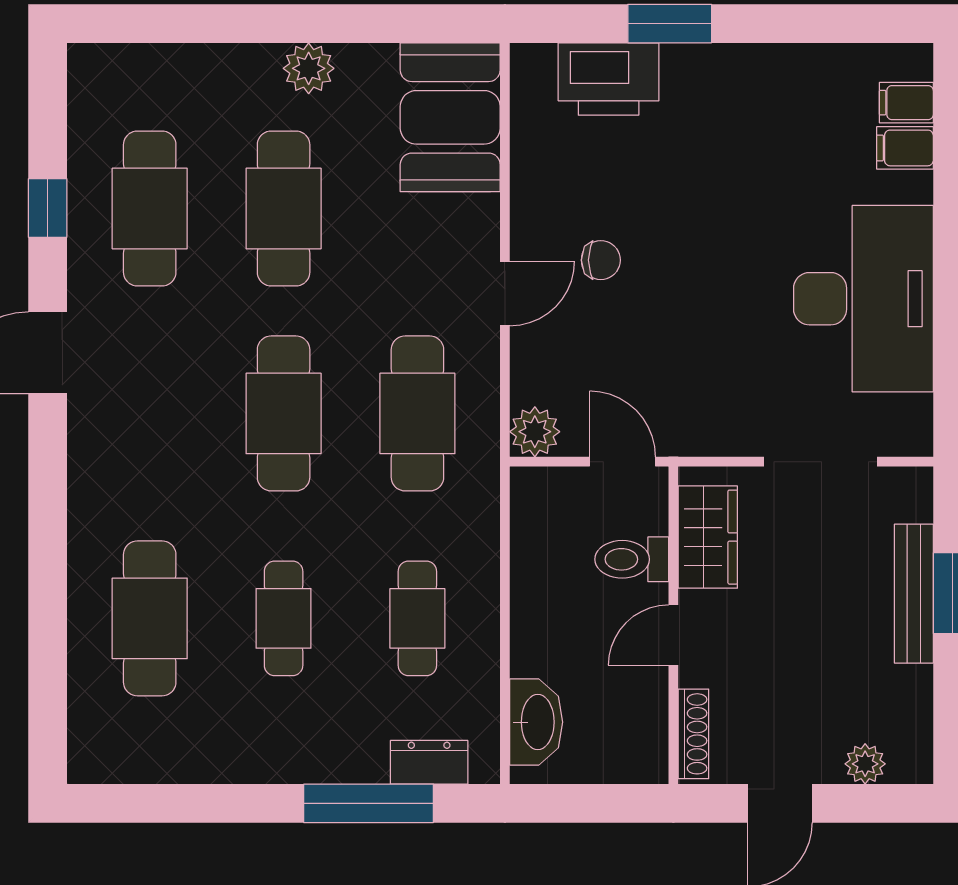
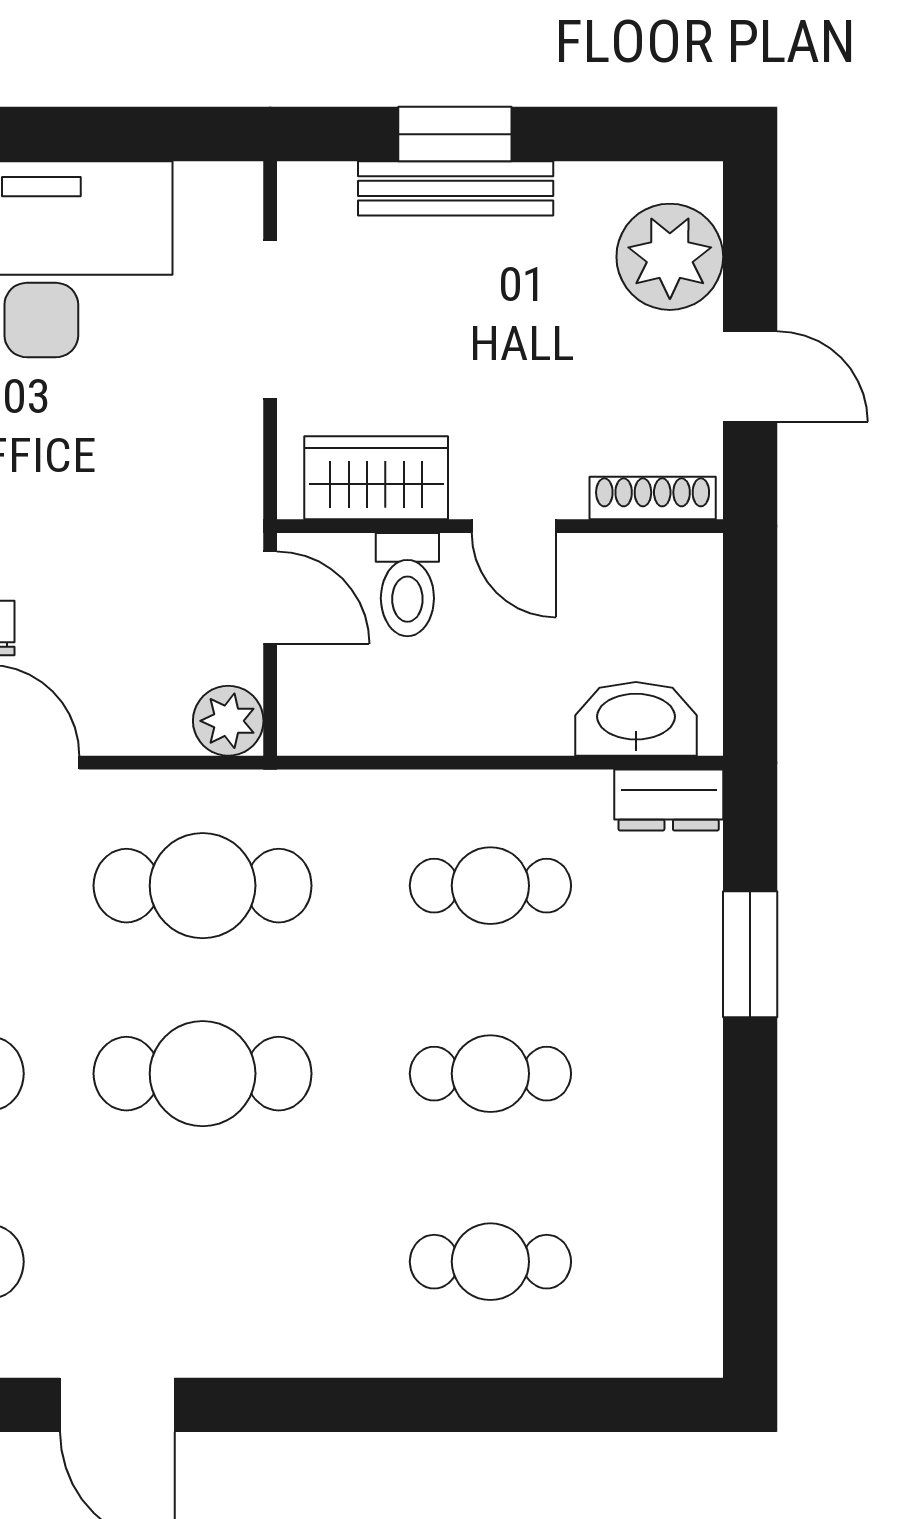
door: (622, 462) -> (270, 598), swing flipped
cafe table: (150, 618) -> (490, 1262), width x0.73, depth x0.74
dresser: (429, 762) -> (669, 800), moved, turned -90
plant: (865, 764) -> (670, 257), width x1.87, depth x1.87
window: (369, 803) -> (750, 954), width x0.69

